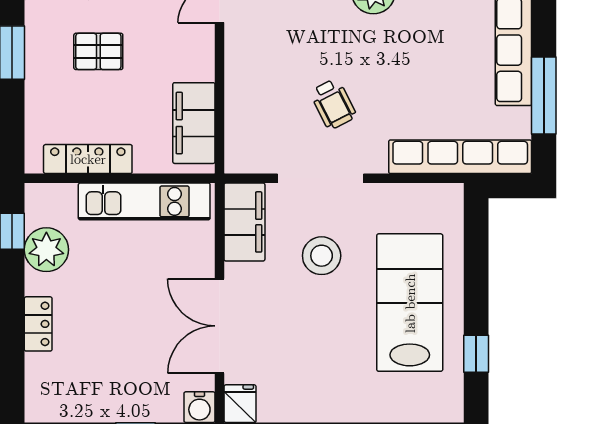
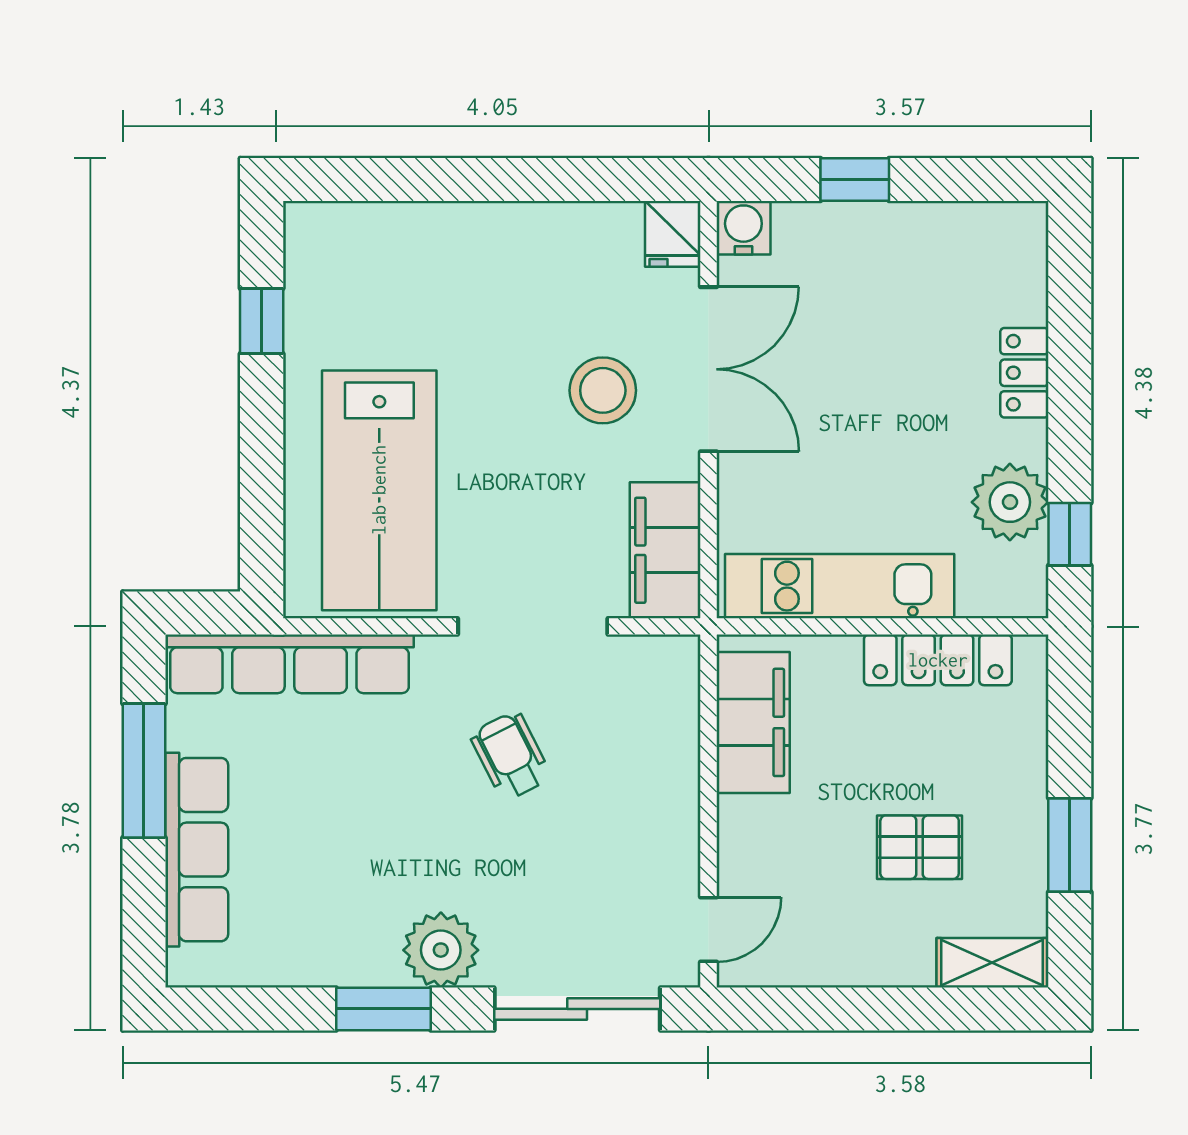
stool: (322, 256) -> (603, 390), moved
lab bench: (410, 303) -> (379, 490), moved

